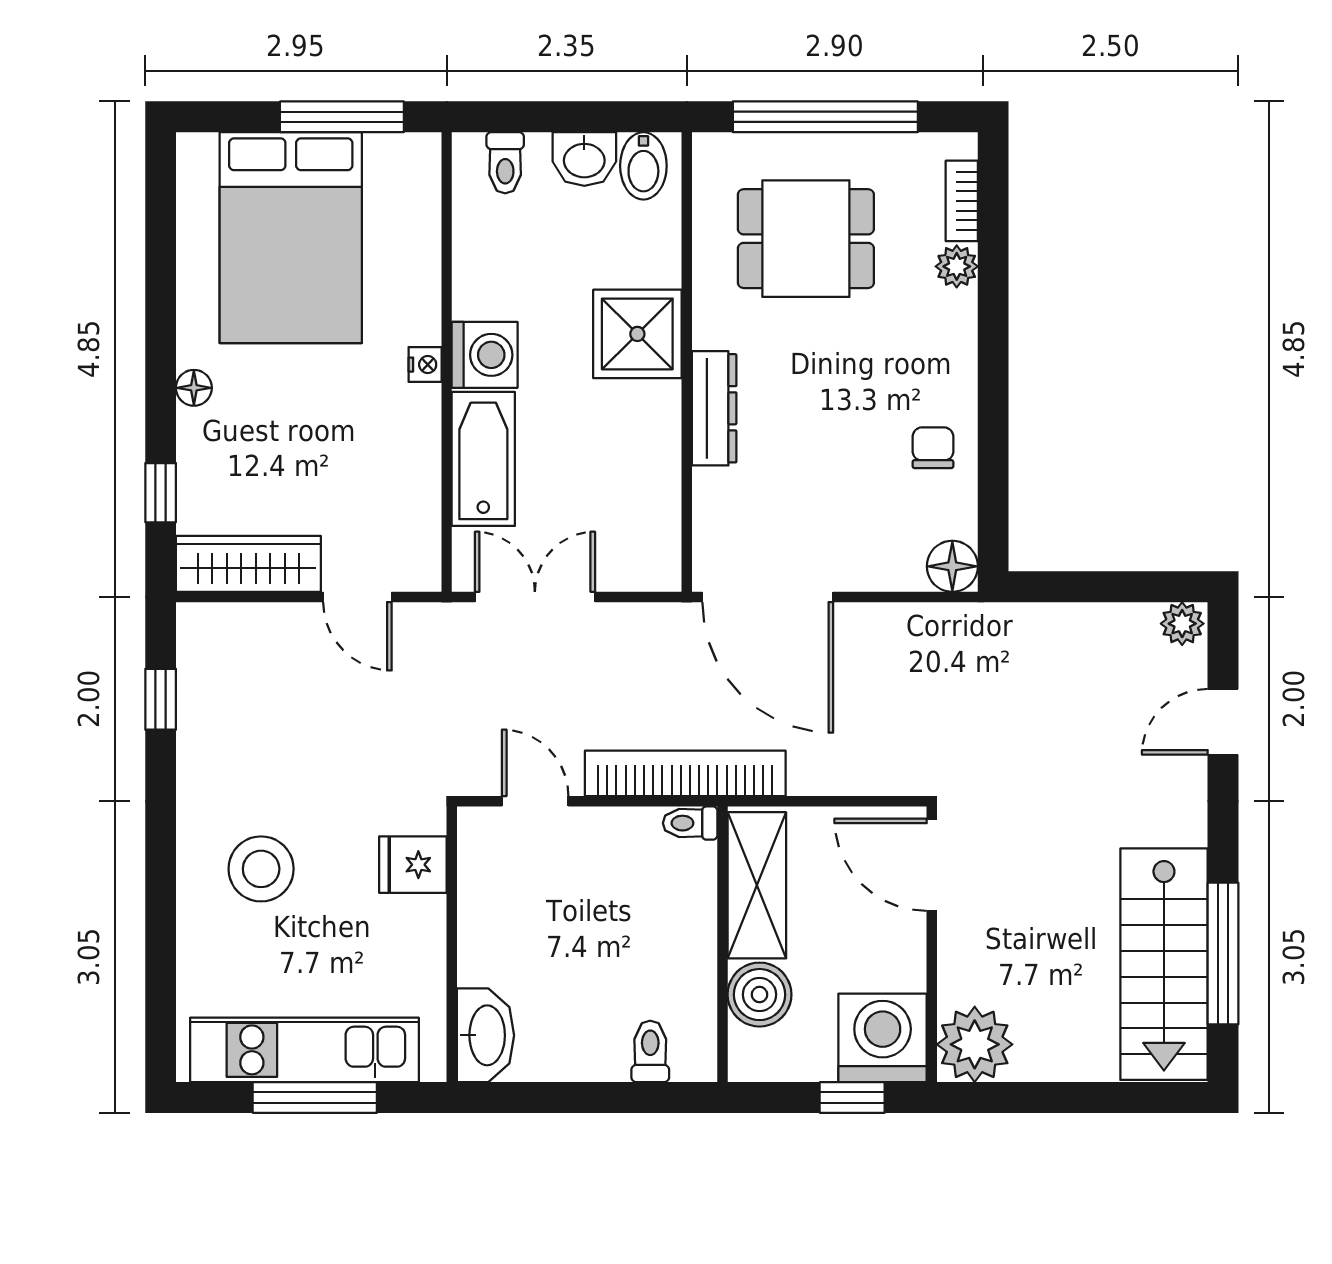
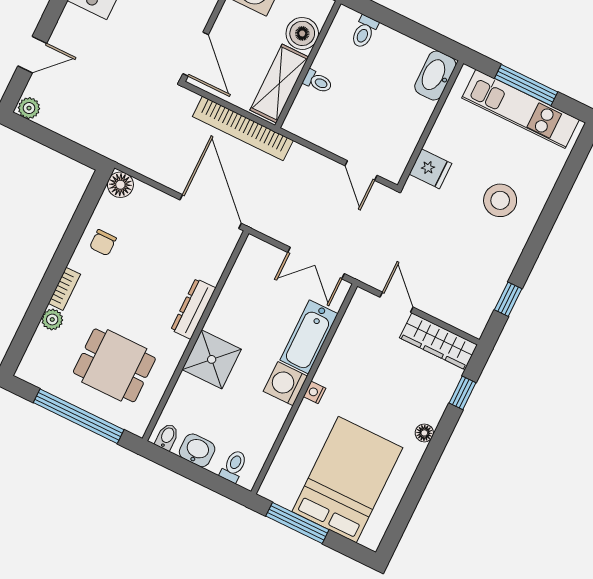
bidet: (643, 166) -> (167, 437), width x0.72, depth x0.74
bookcase: (962, 201) -> (64, 289), moved
bookcase: (685, 773) -> (243, 128), moved
toilet: (690, 823) -> (318, 82), moved

